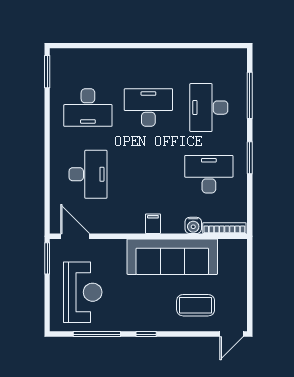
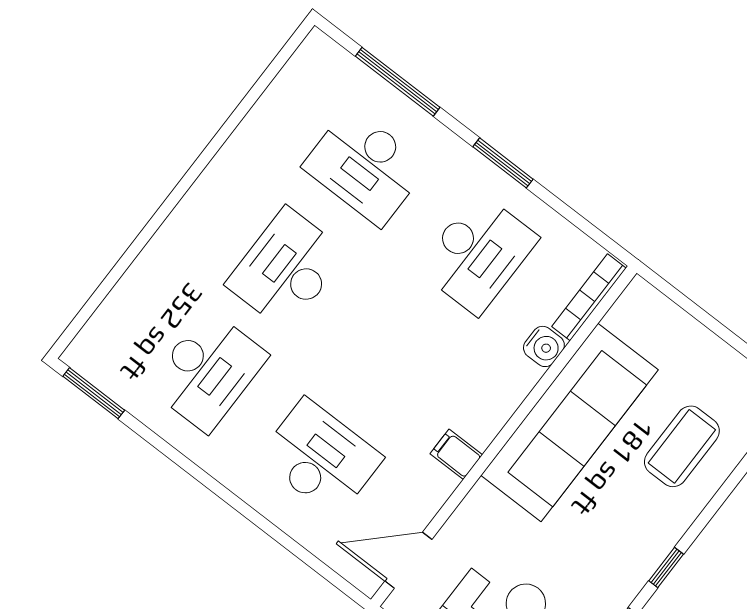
desk: (209, 174) -> (478, 253), turned 180
filing cabinet: (153, 224) -> (456, 454), moved

